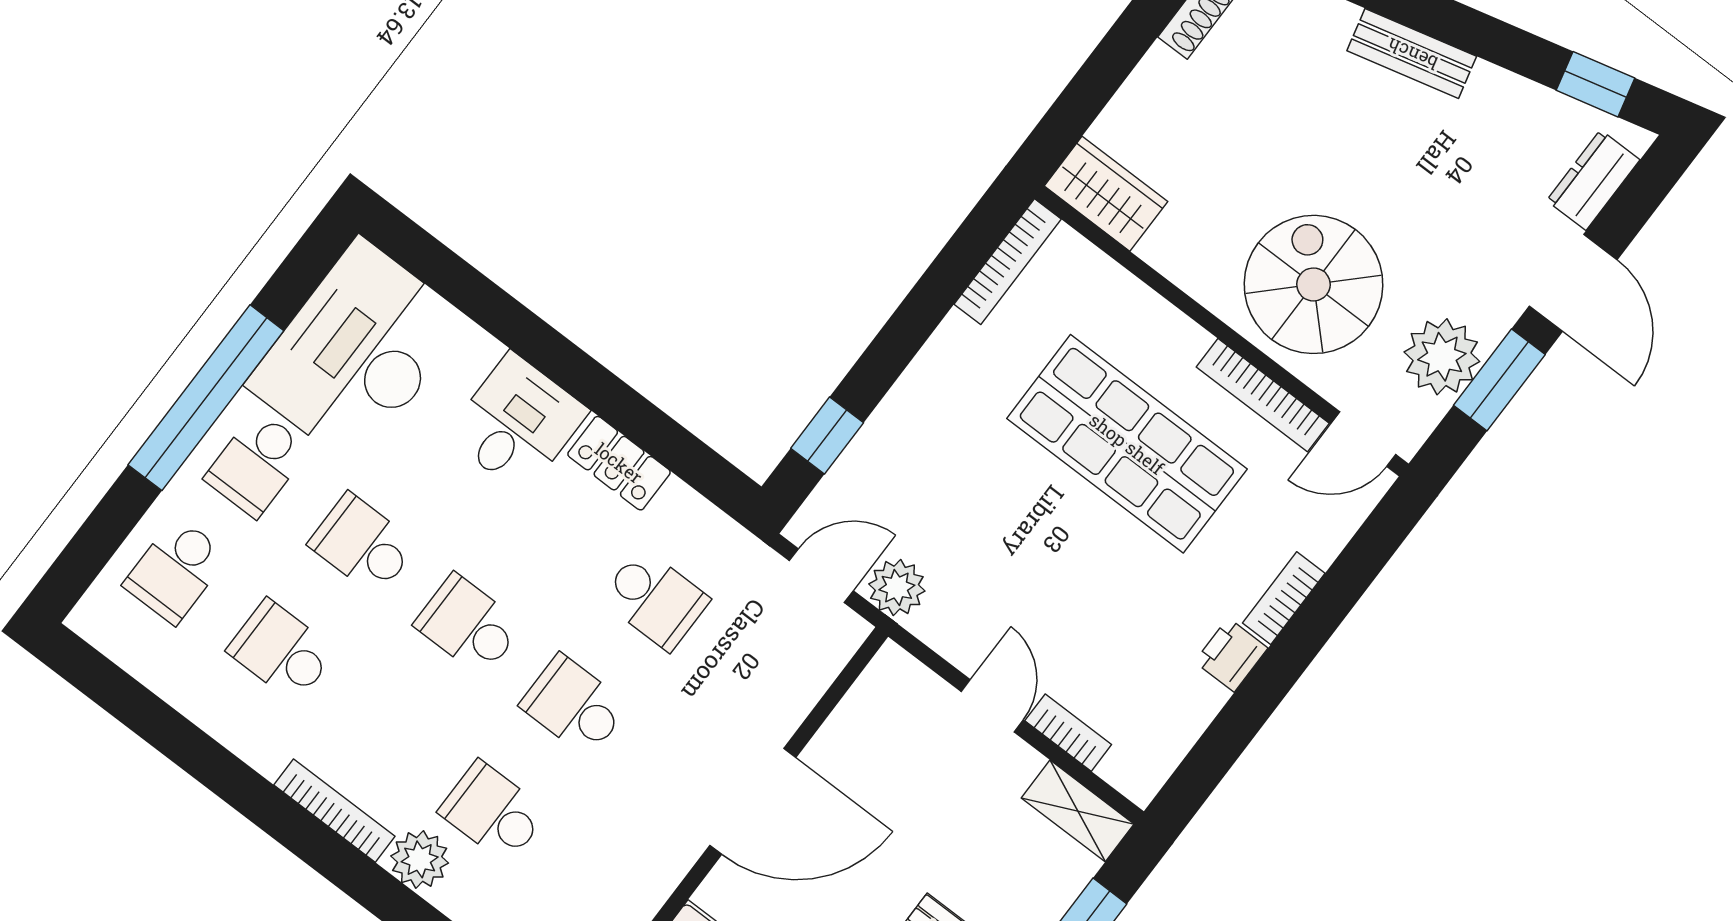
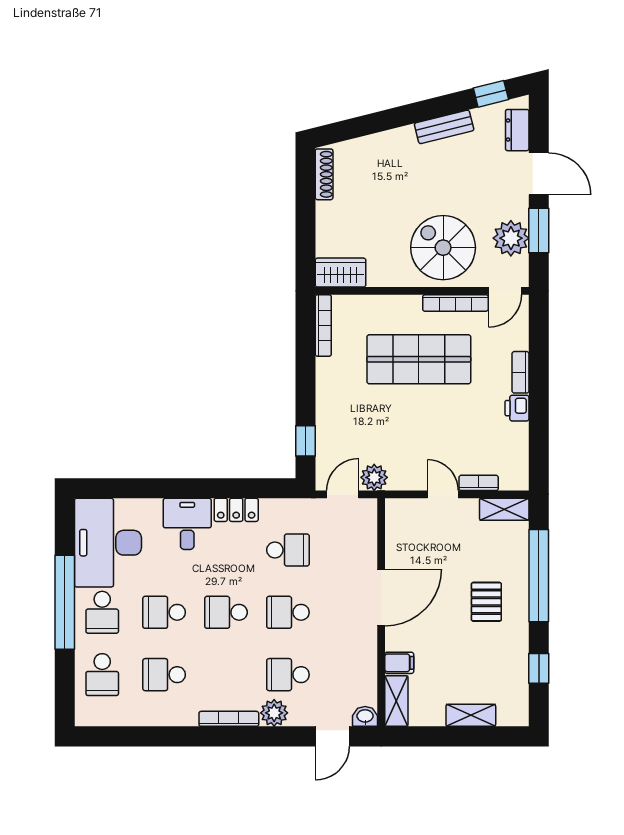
bench: (1412, 54) -> (444, 127), moved

